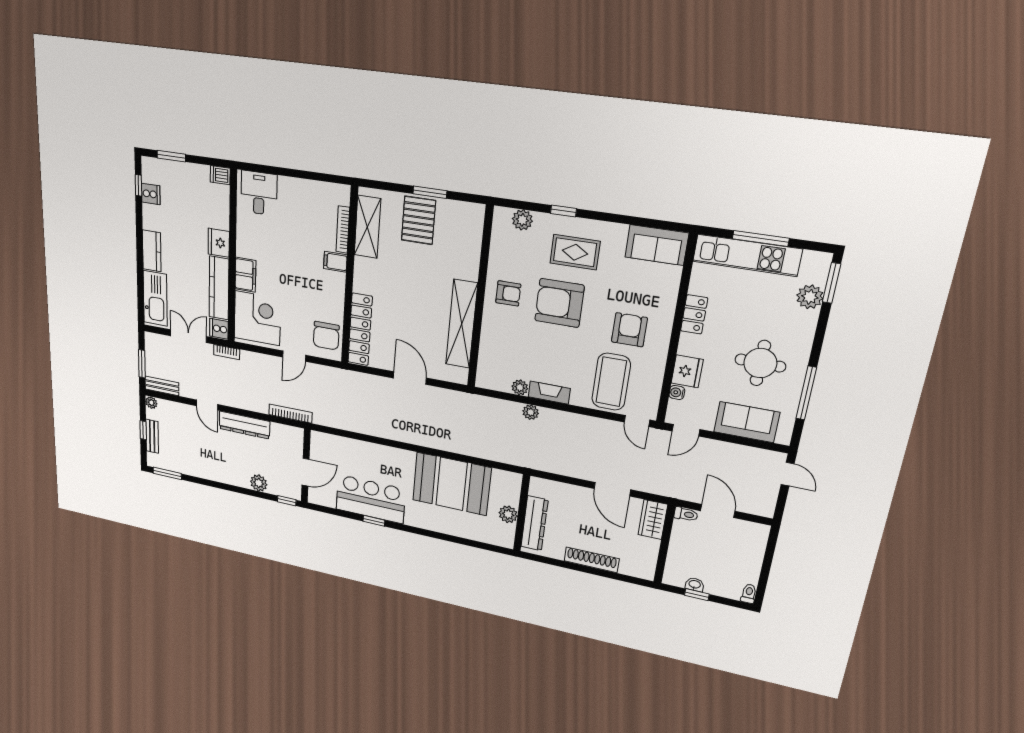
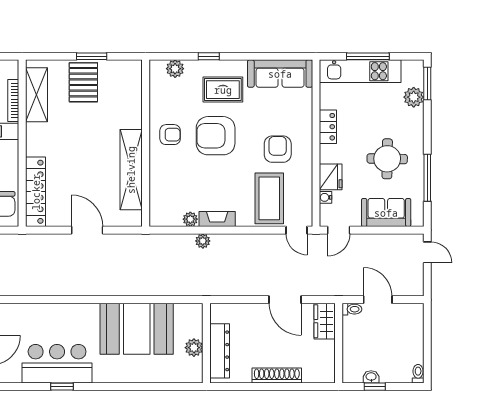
sofa: (657, 245) -> (280, 74), width x1.36

